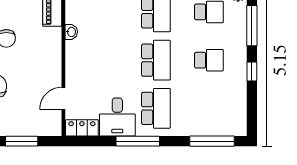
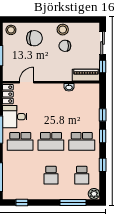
window: (252, 72) -> (22, 203), moved
door: (63, 98) -> (27, 82), hinge flipped

